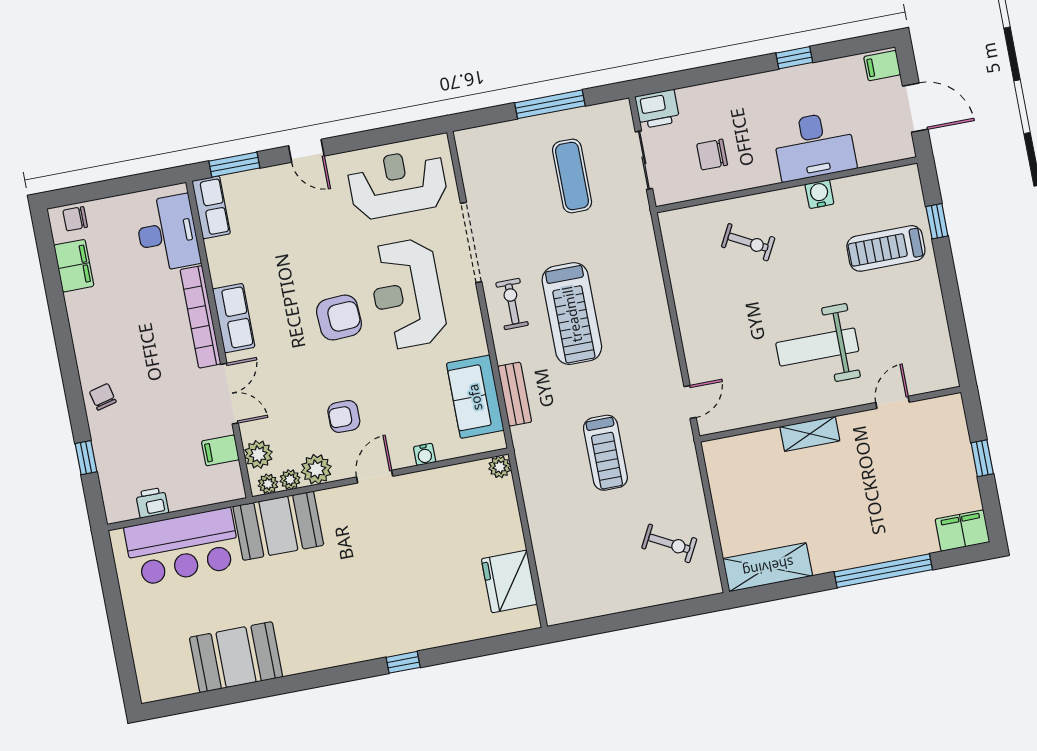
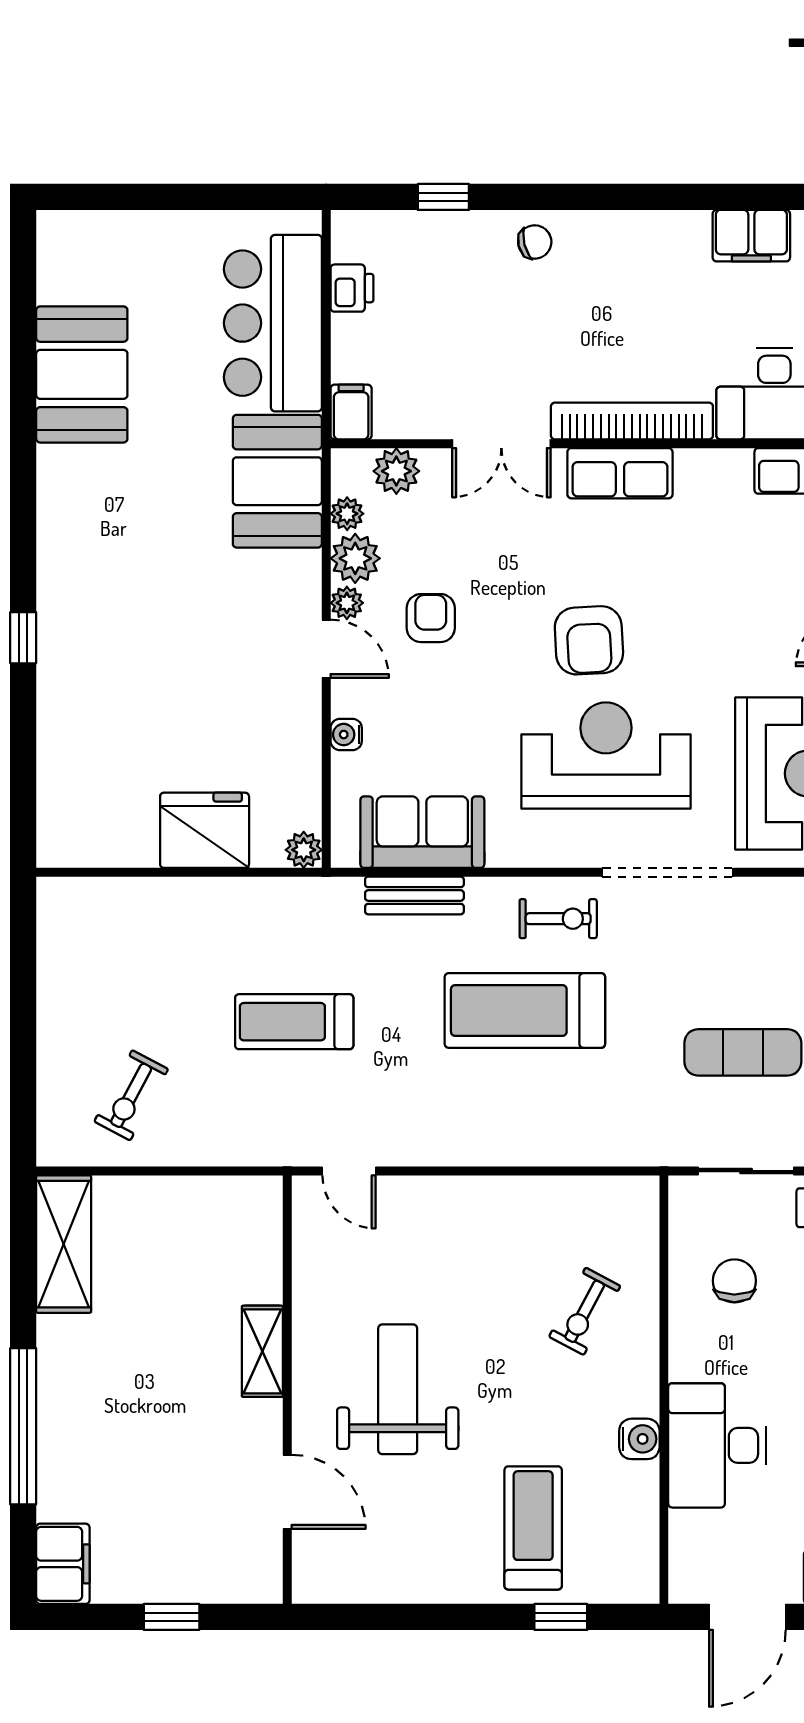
door: (893, 402) -> (287, 1492), width x1.38
filing cabinet: (220, 450) -> (351, 412), moved
plant: (268, 484) -> (347, 603), moved
fridge: (509, 581) -> (205, 830), moved

